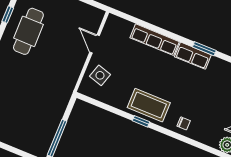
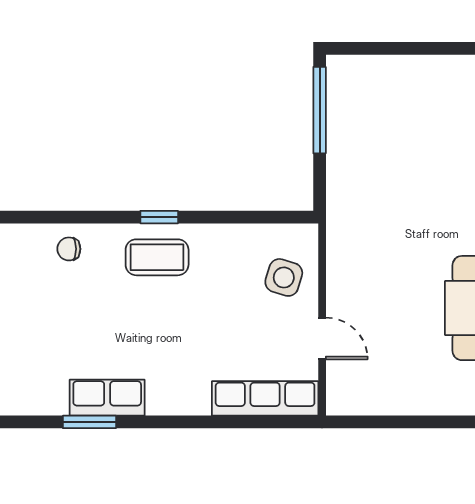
row of seats: (155, 40) -> (265, 398), moved
coffee table: (149, 105) -> (157, 257), width x0.73, depth x0.76

